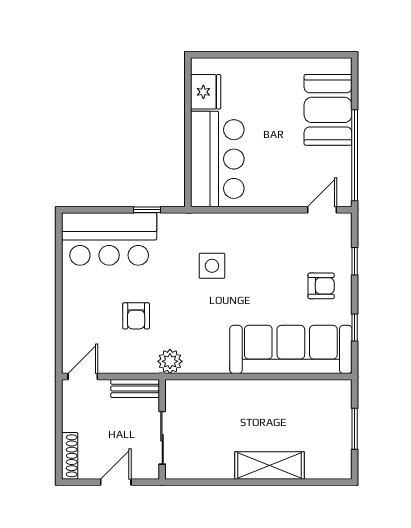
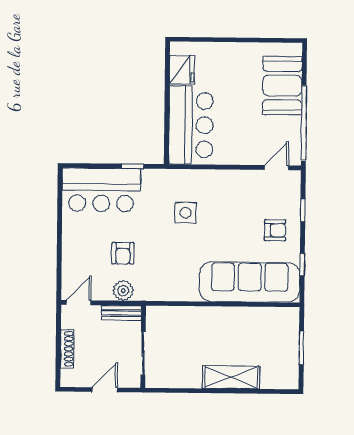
plant: (170, 361) -> (123, 291), moved
shoe rack: (70, 456) -> (67, 349), moved

